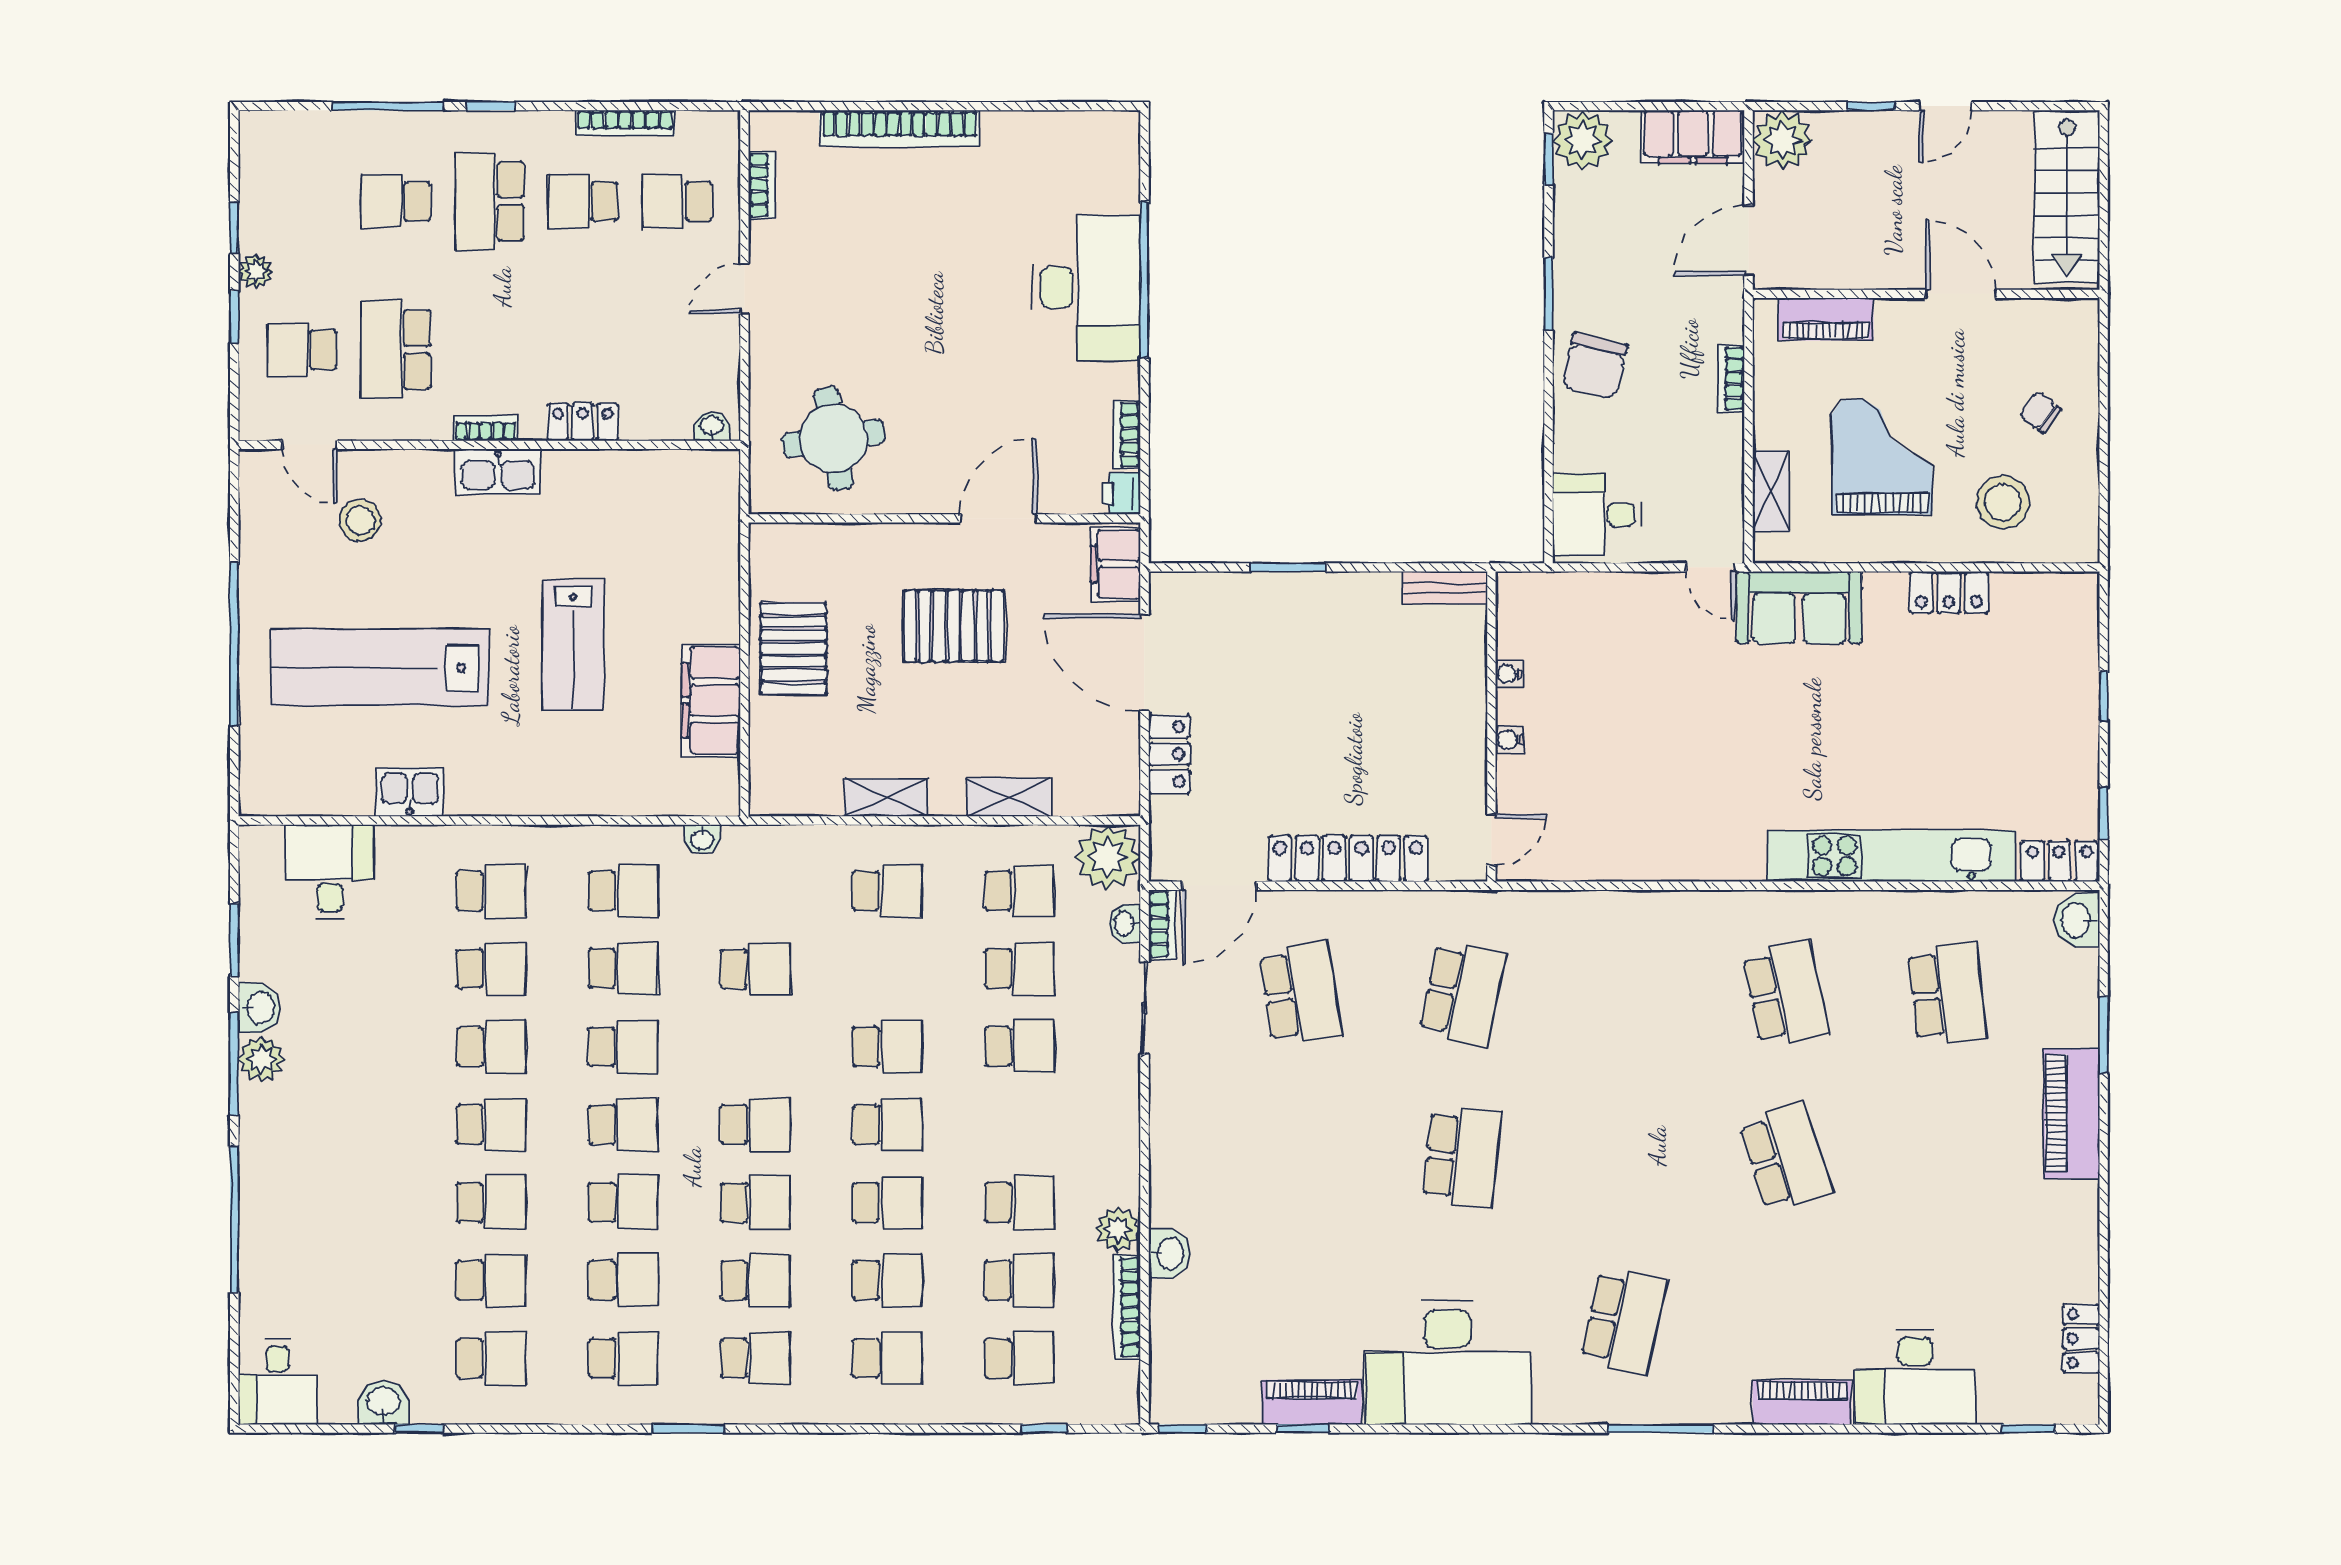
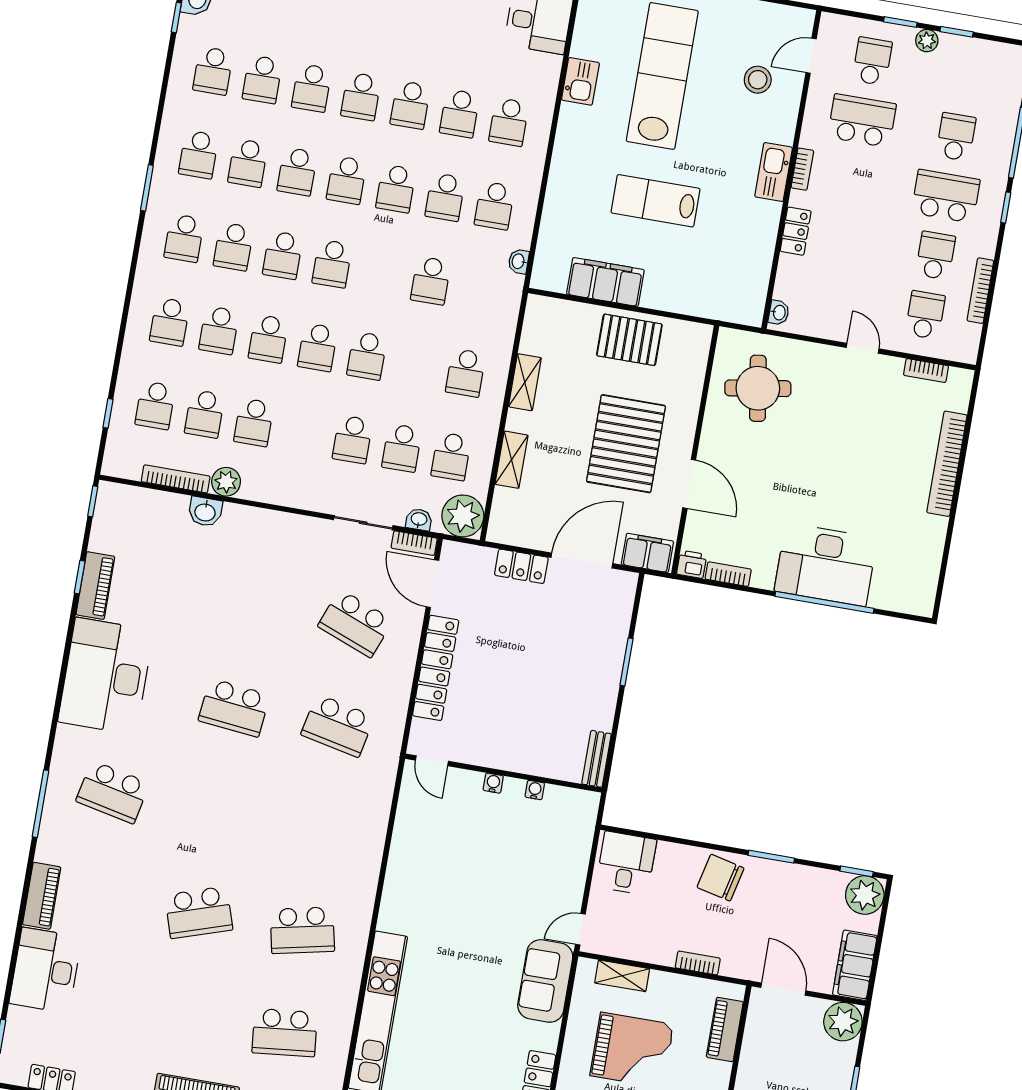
pallet: (954, 626) -> (626, 444), width x1.37, depth x1.41
school desk: (1301, 994) -> (355, 623), turned 30

